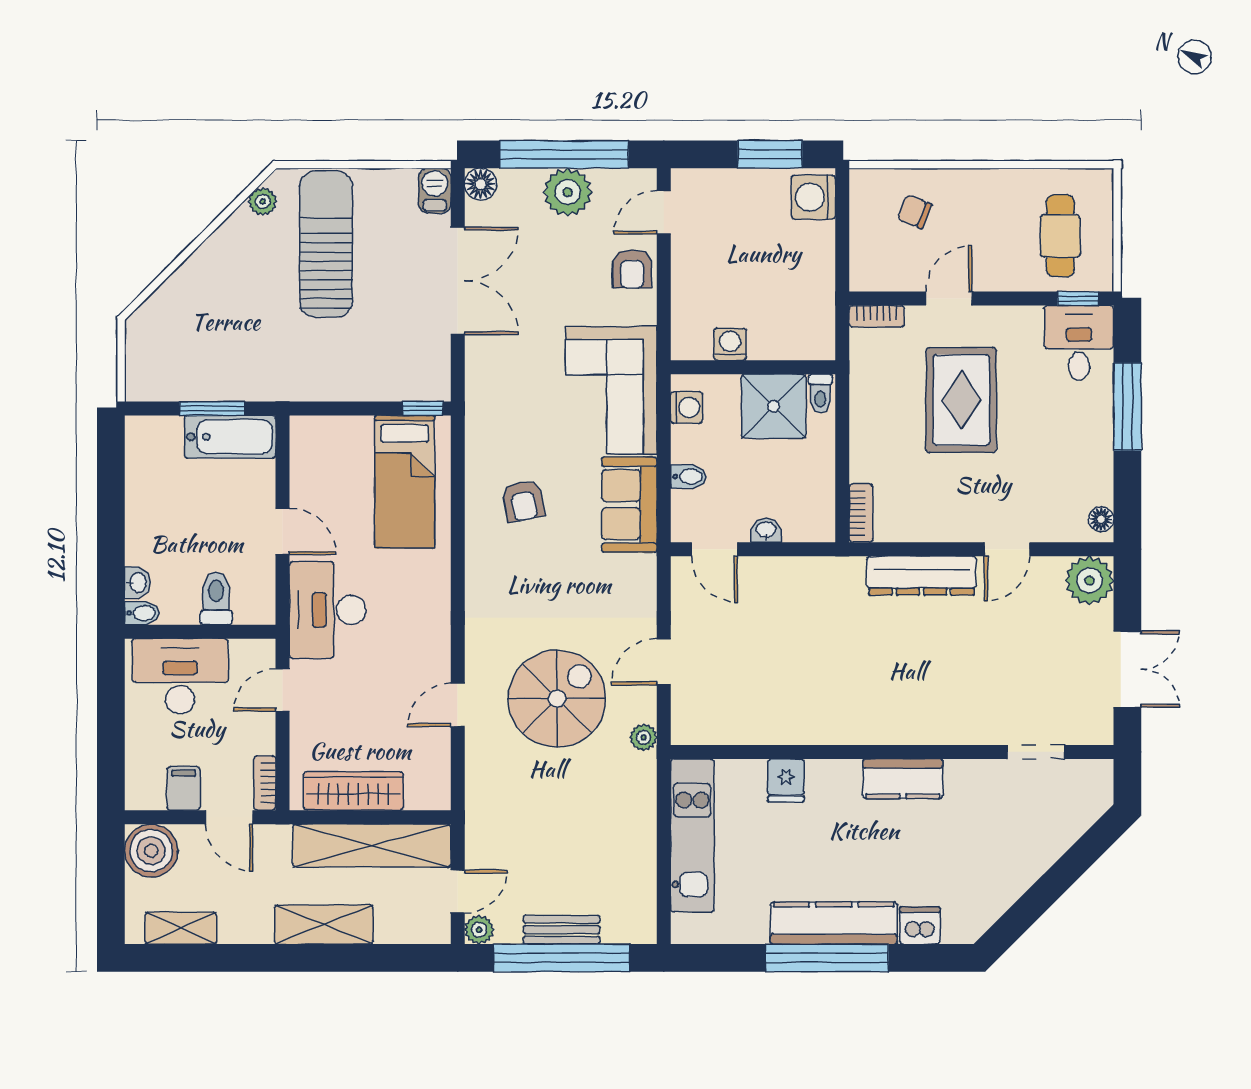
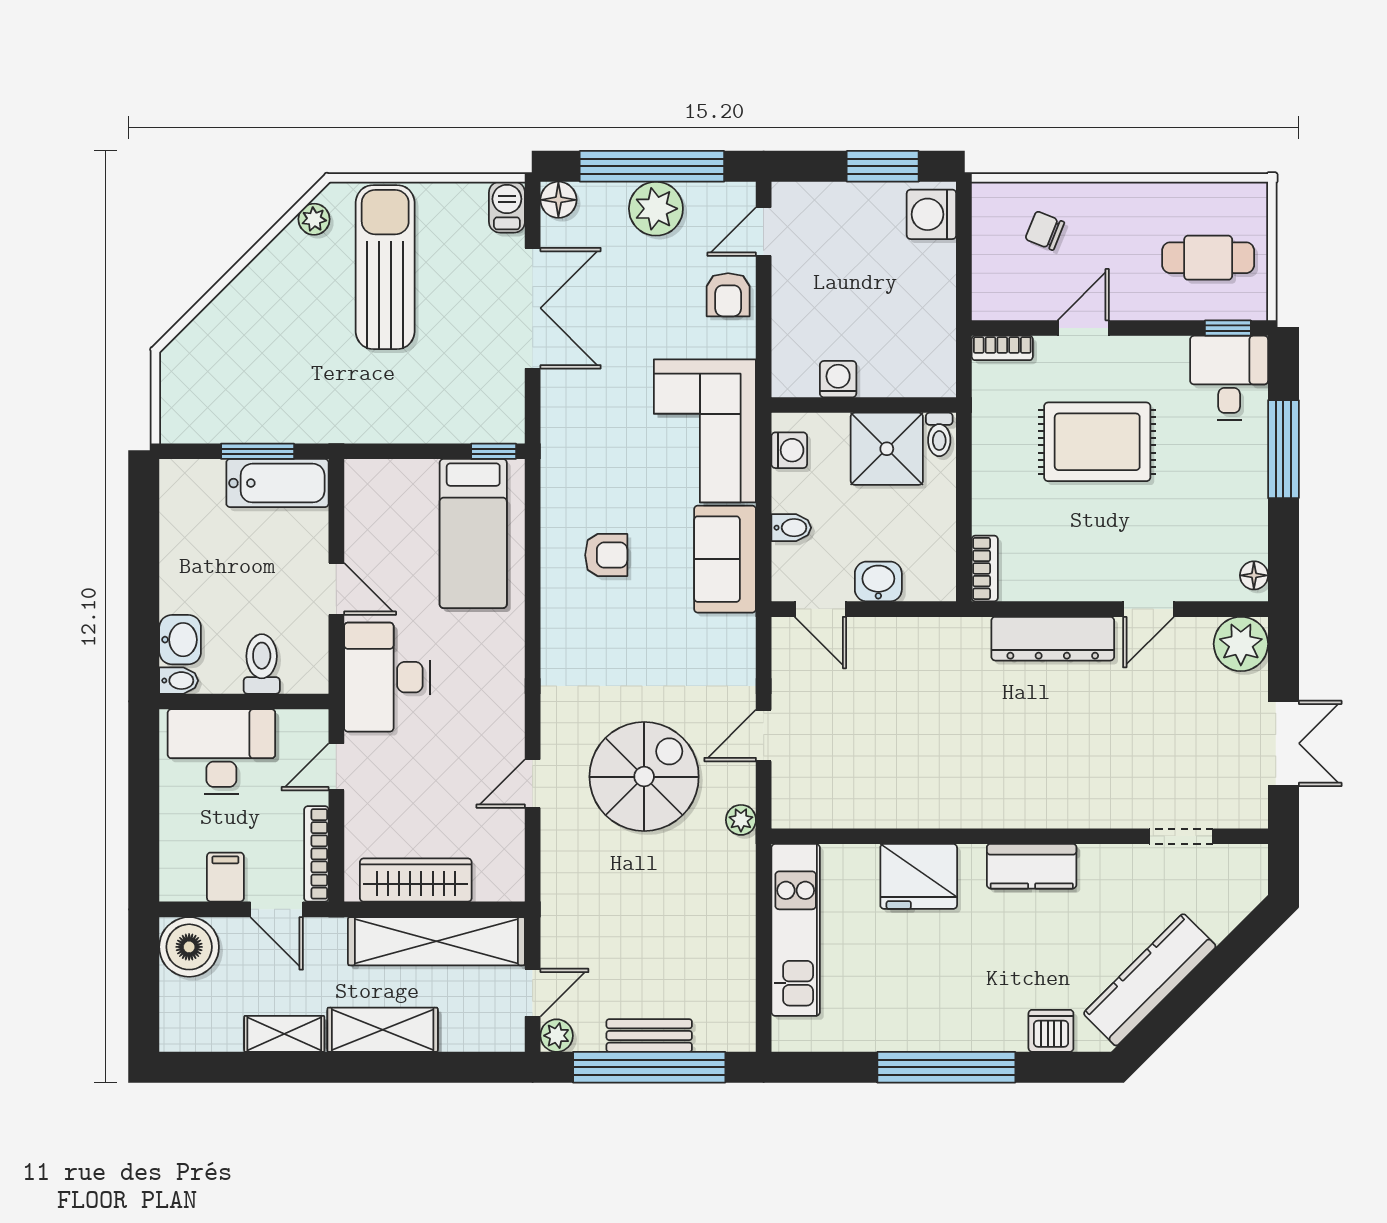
cafe table: (1060, 236) -> (1208, 258), turned 90
rug: (961, 400) -> (1097, 442), turned 90
armchair: (523, 501) -> (606, 555), turned -79
washbasin: (766, 530) -> (878, 581), width x1.38, depth x1.45
washbasin: (137, 583) -> (180, 640), width x1.38, depth x1.45
fridge: (786, 780) -> (919, 876), width x1.88, depth x1.34
bookcase: (265, 783) -> (316, 854), width x1.56
kitchen counter: (834, 923) -> (1150, 980), moved, turned -45
shelving: (181, 928) -> (284, 1034), moved

